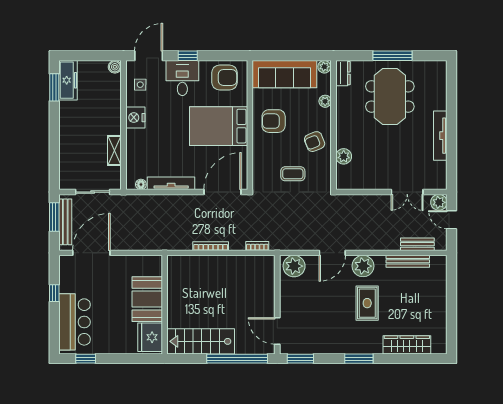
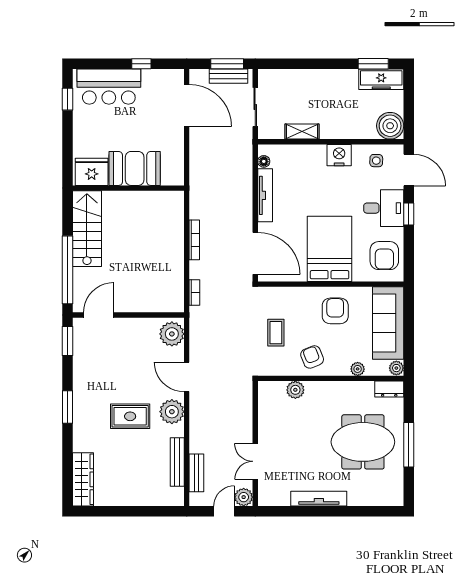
boiler: (115, 67) -> (390, 126), width x1.86, depth x1.86
bench: (65, 222) -> (228, 76), width x0.73
wardrobe: (407, 345) -> (83, 479), moved

